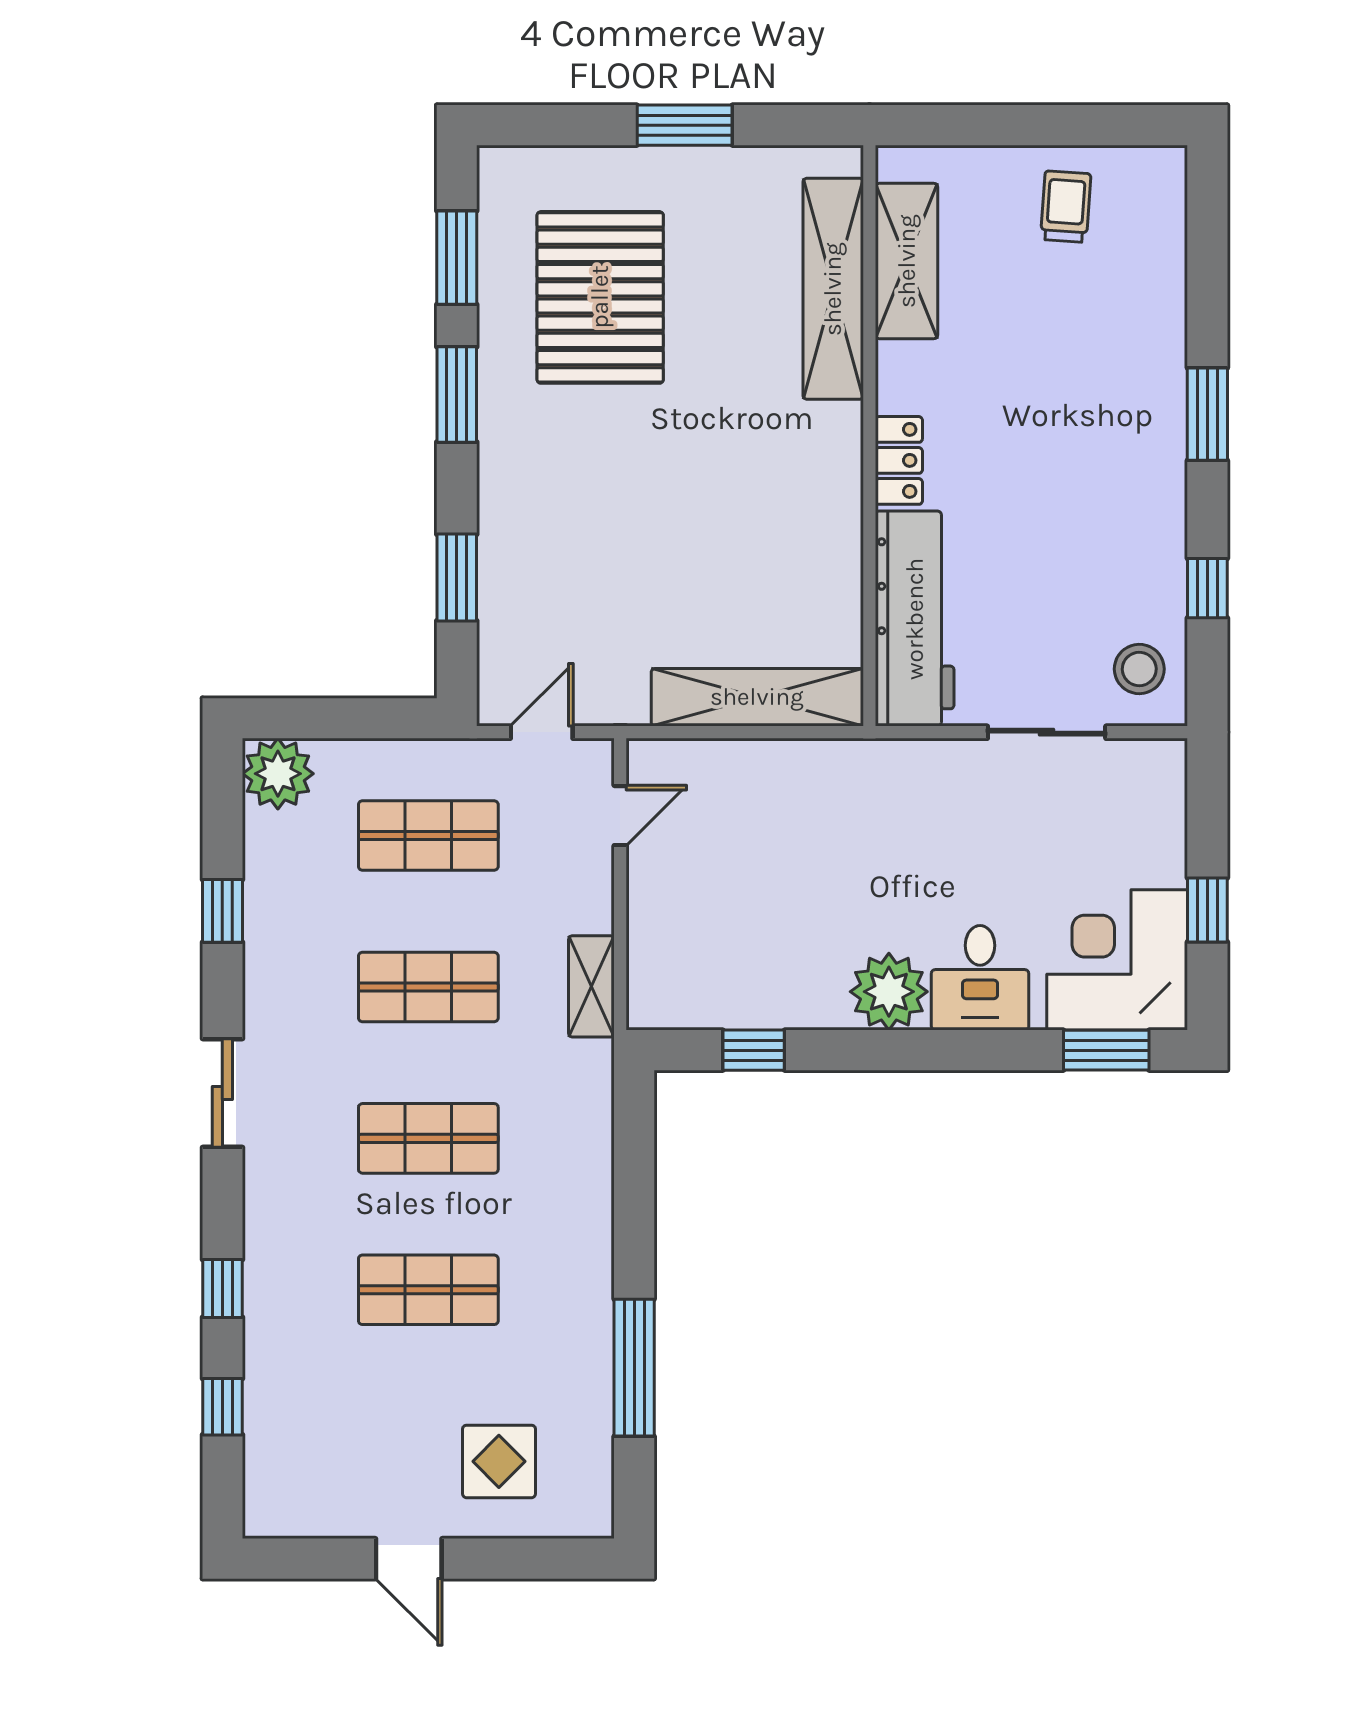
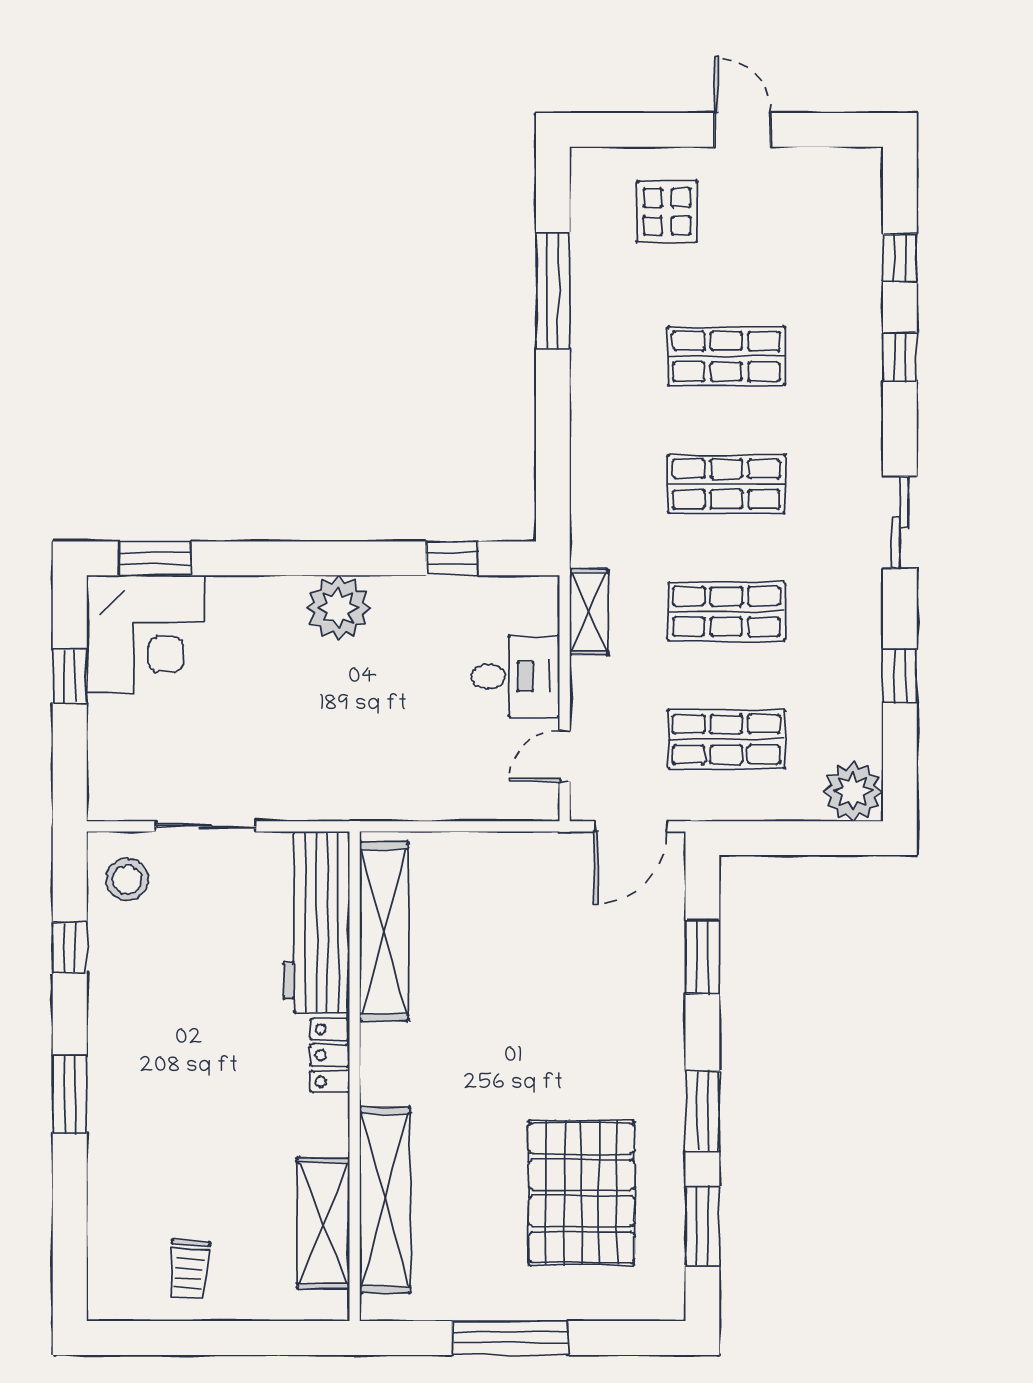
window: (685, 125) -> (510, 1338), width x1.44
shelving: (757, 697) -> (384, 931), moved, turned 90
door: (542, 732) -> (631, 826), width x1.38
desk: (980, 978) -> (515, 676), moved, turned 90

